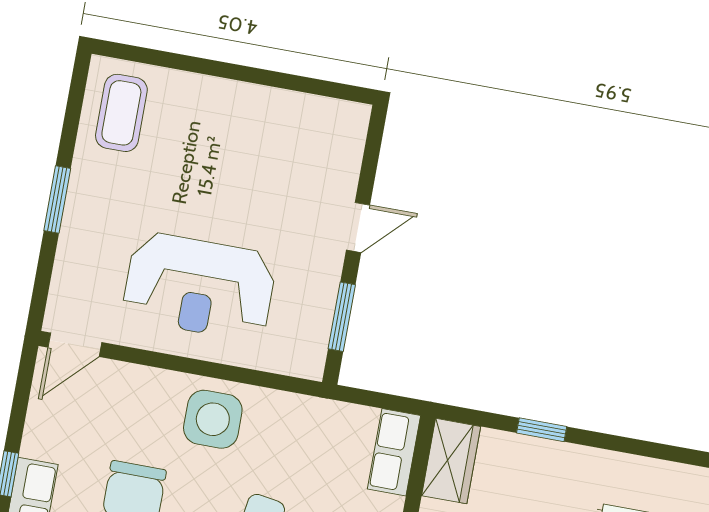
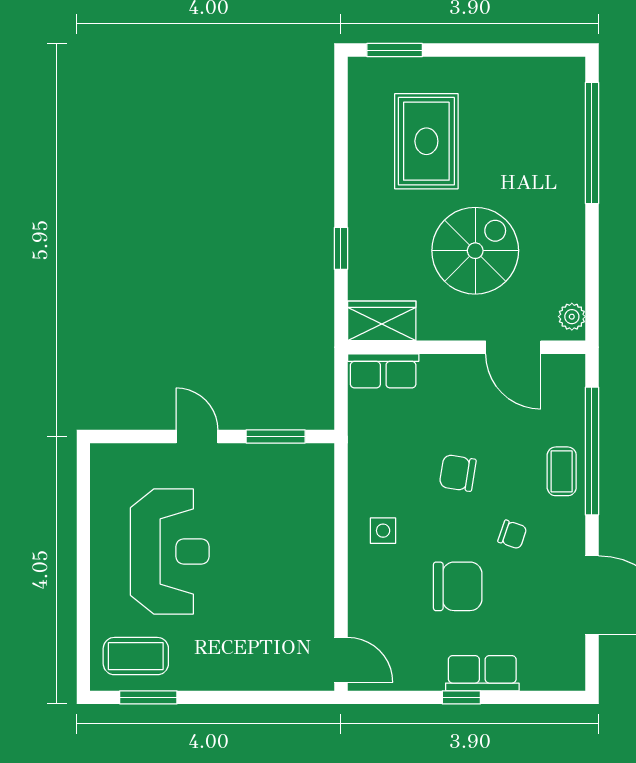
window: (57, 200) -> (148, 697), moved
reception desk: (199, 286) -> (170, 552), moved
side table: (213, 419) -> (383, 531), width x0.54, depth x0.54

